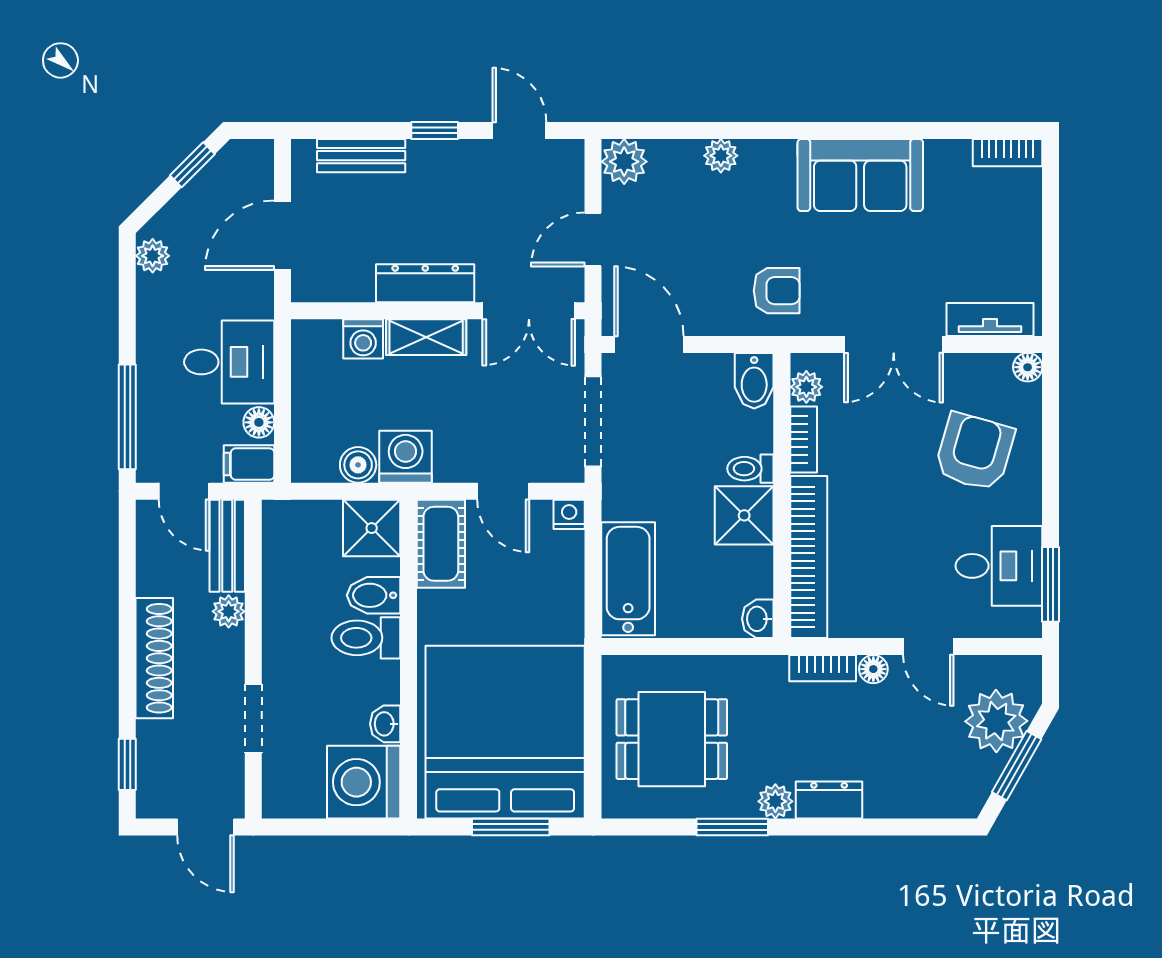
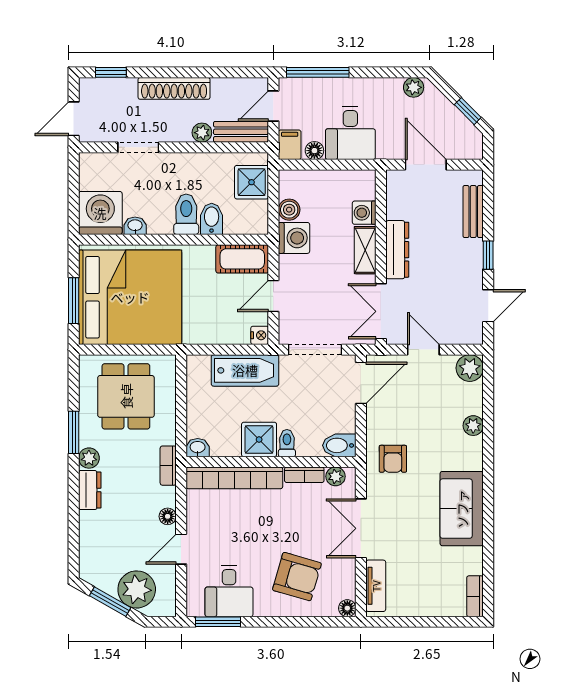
shower: (372, 528) -> (252, 182), moved
bathtub: (628, 579) -> (245, 370), moved
bookcase: (823, 668) -> (168, 466), moved

